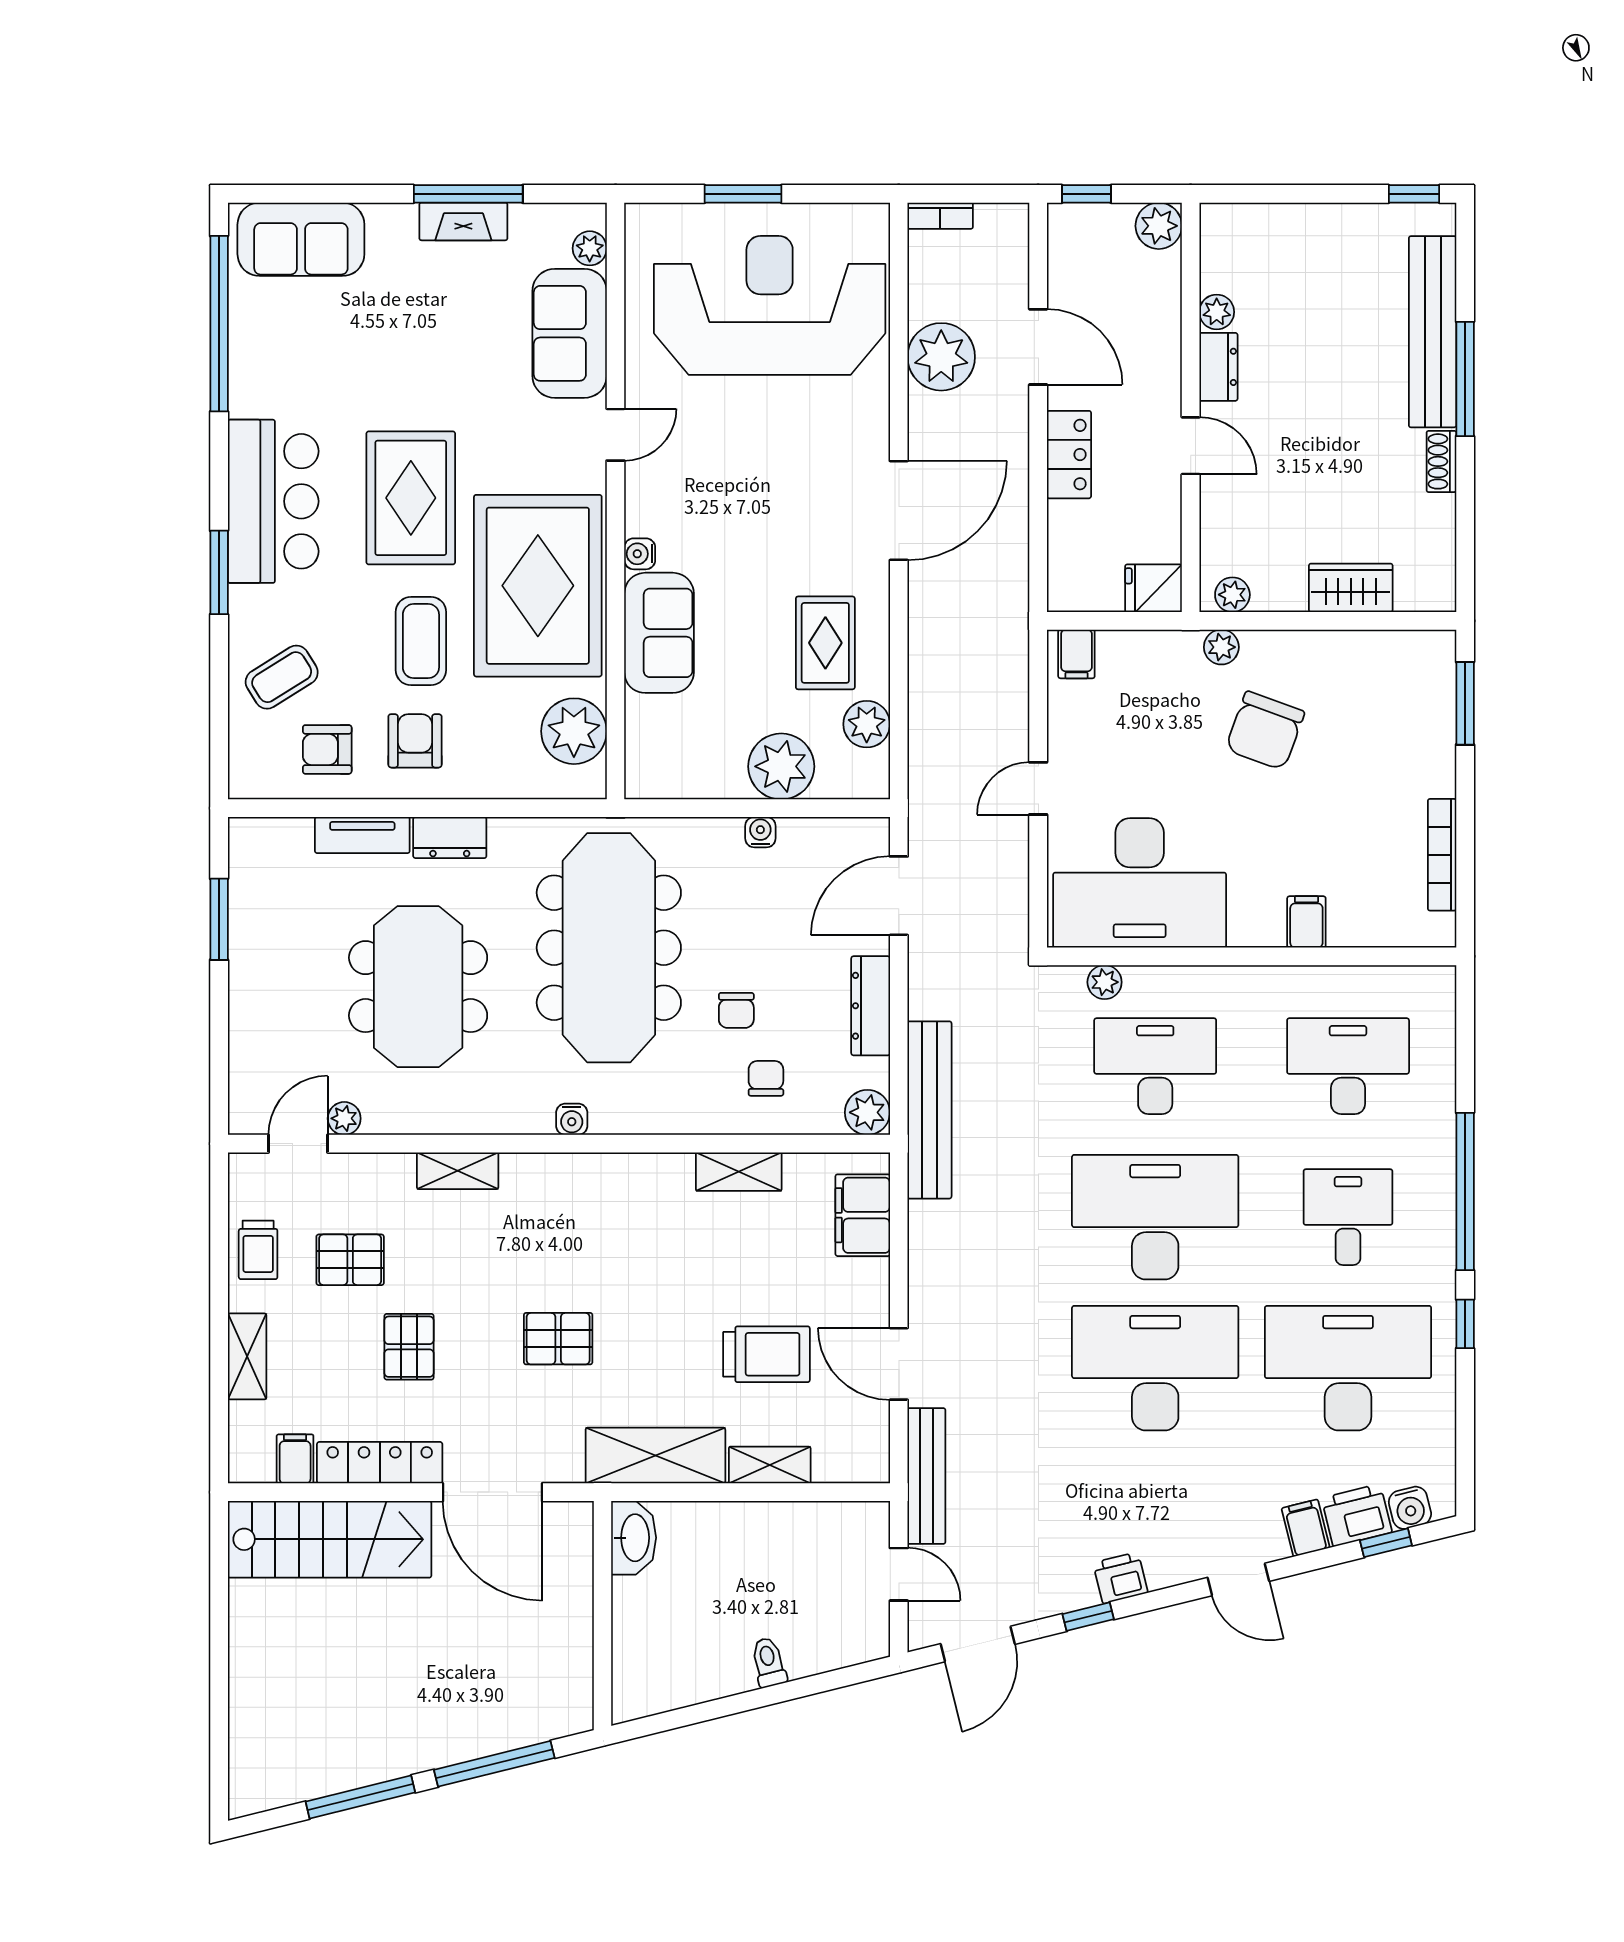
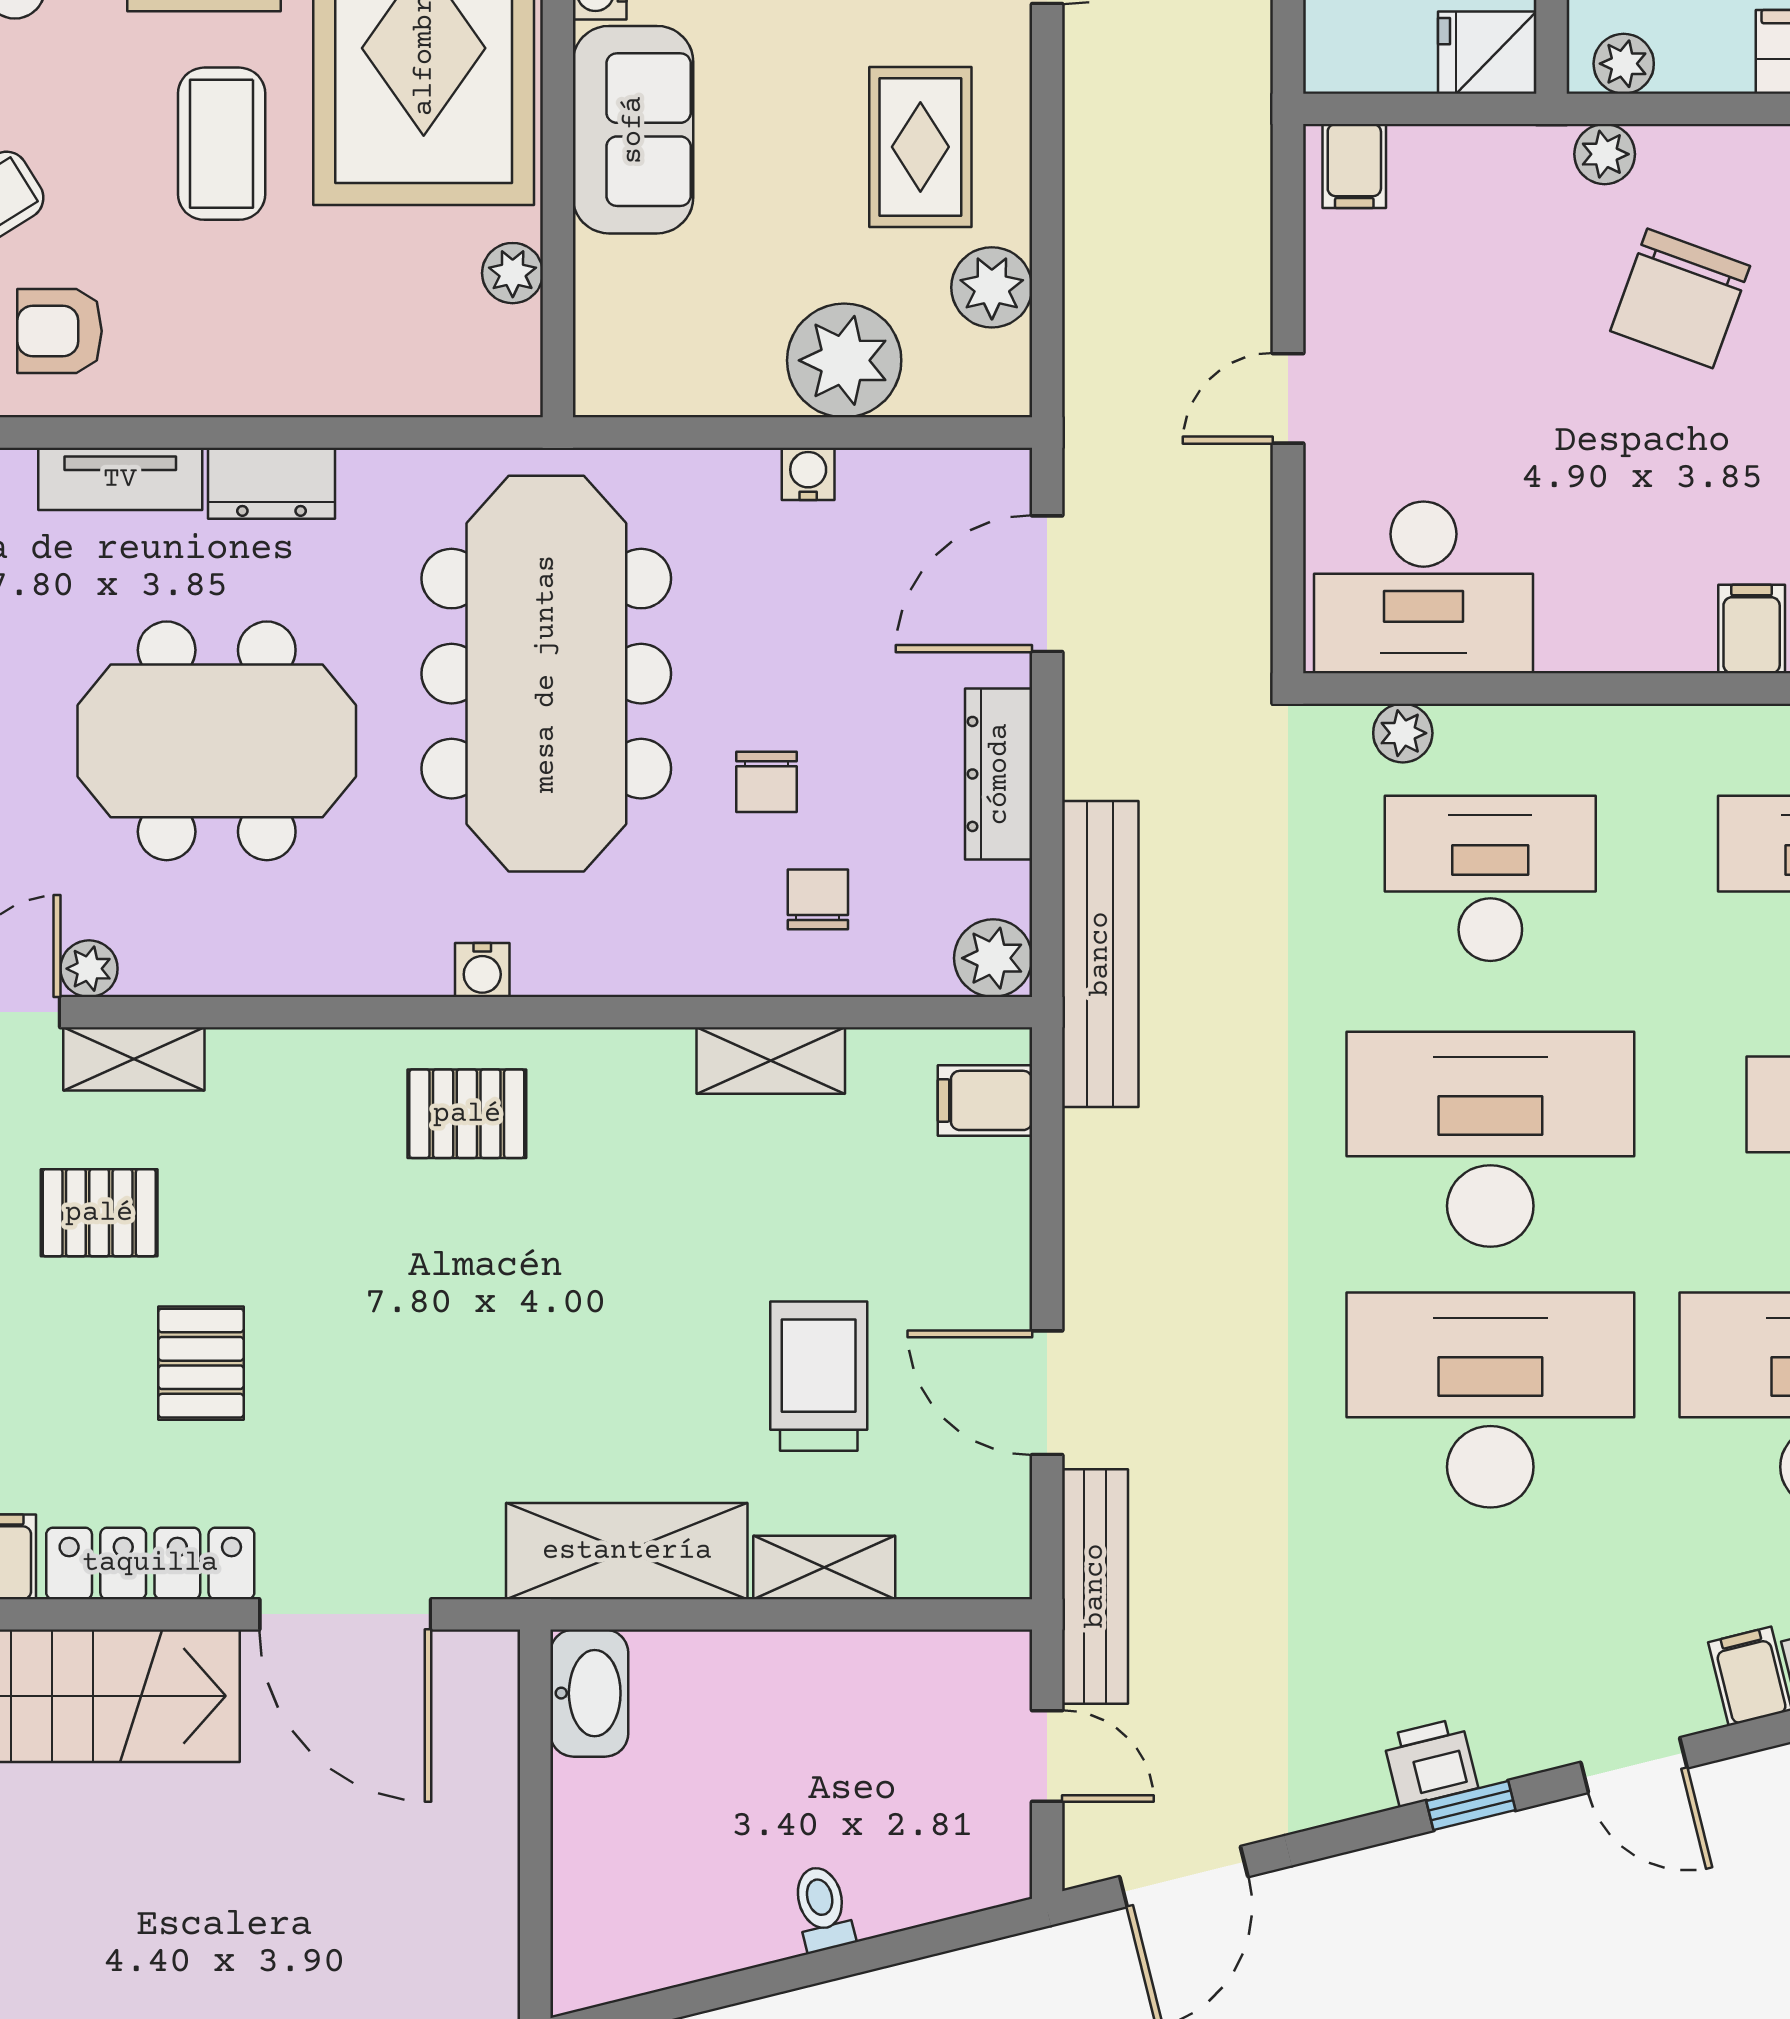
plant: (574, 731) -> (513, 273), width x0.53, depth x0.53
armchair: (415, 741) -> (211, 316), removed
desk: (1140, 883) -> (1423, 587), width x0.73, depth x0.77
meeting table: (418, 987) -> (217, 741), turned 90
shelving: (458, 1171) -> (134, 1059), moved
filing cabinet: (863, 1215) -> (985, 1100), width x0.50
pallet: (558, 1339) -> (467, 1114), moved
trolley: (767, 1354) -> (819, 1376), turned -90
window: (1088, 1617) -> (1471, 1806), moved

